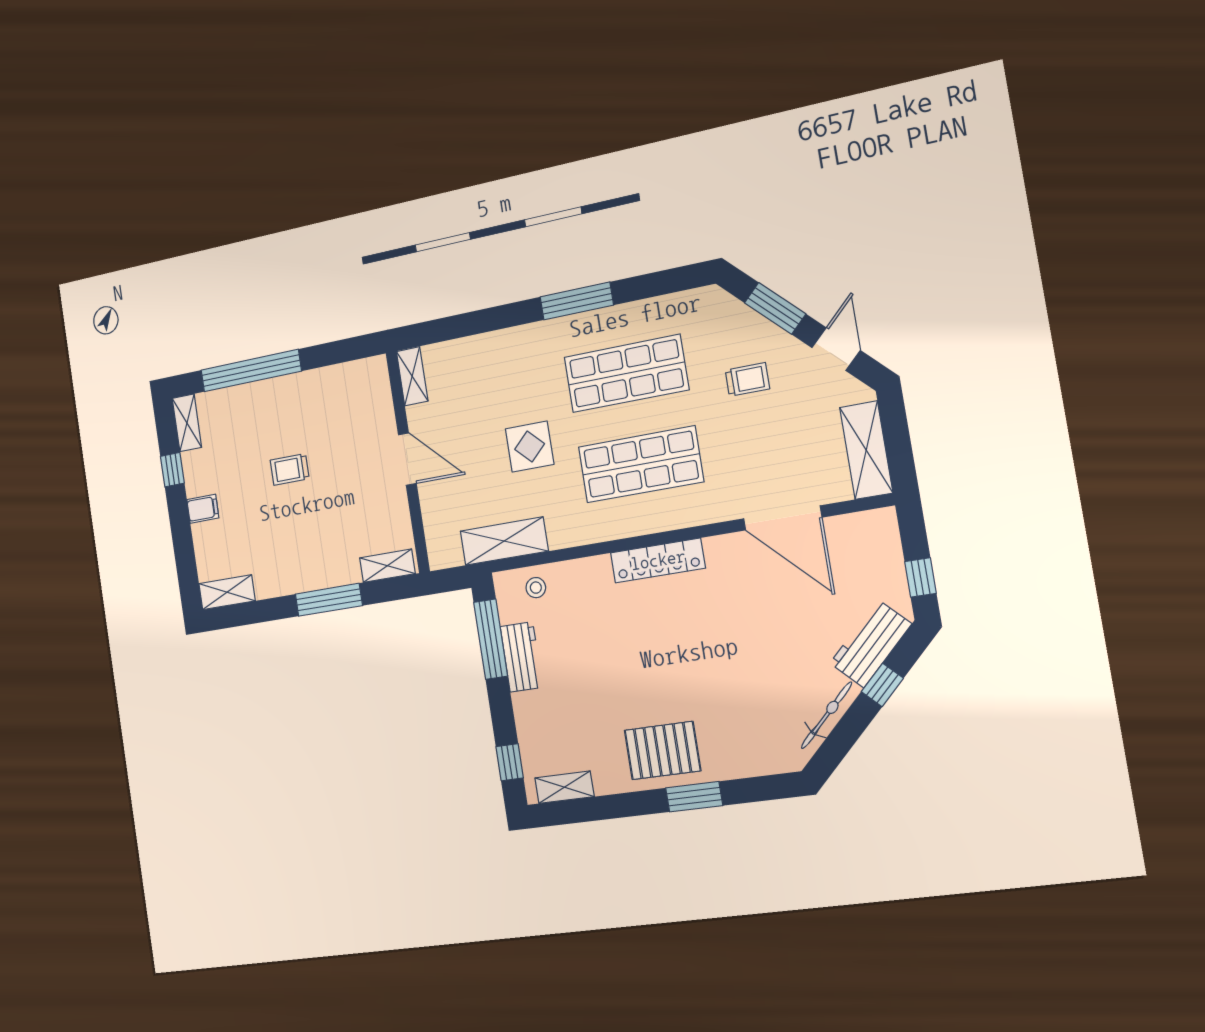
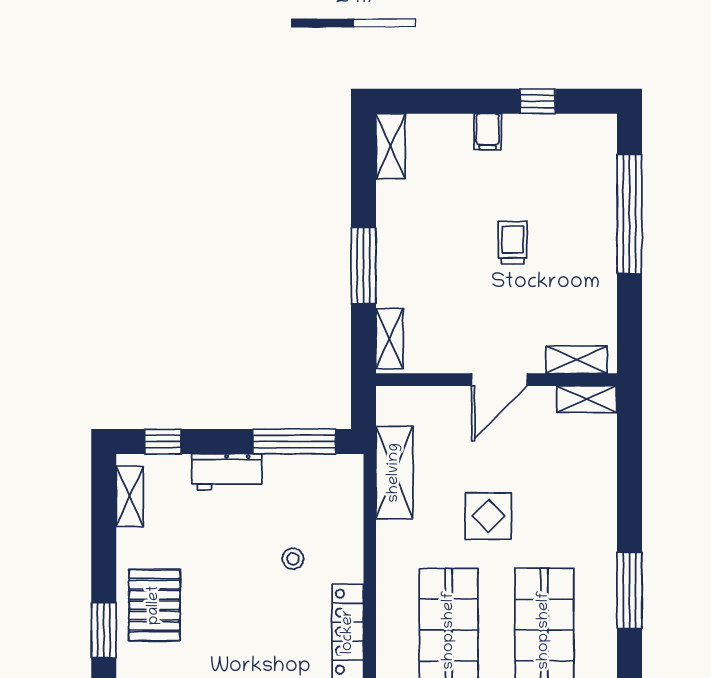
shelving: (187, 423) -> (577, 360), moved
stool: (536, 588) -> (293, 559), moved
workbench: (521, 657) -> (227, 472), moved

